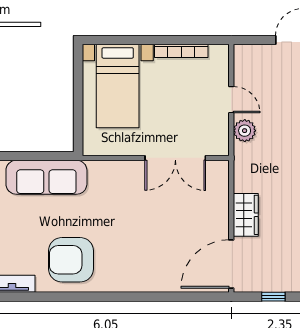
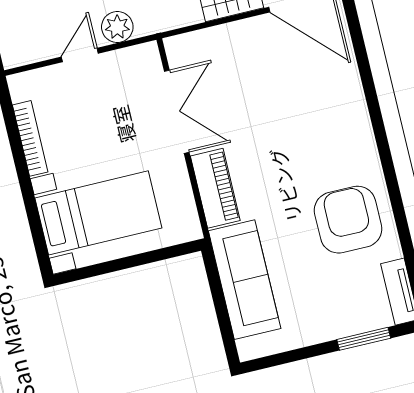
piano: (115, 172) -> (215, 188), added
armchair: (71, 260) -> (348, 220), turned 180

